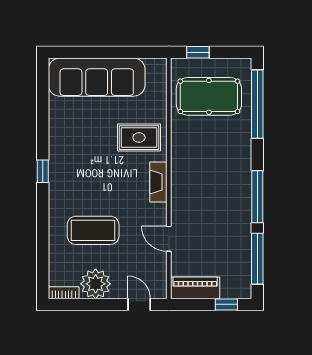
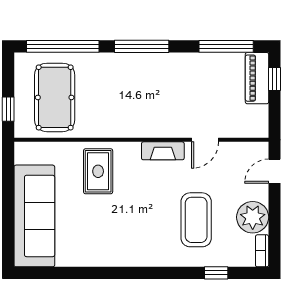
window: (43, 171) -> (216, 273), moved
fireplace: (158, 182) -> (163, 151), moved
window: (257, 197) -> (142, 46), moved
piano: (195, 288) -> (257, 78), moved

